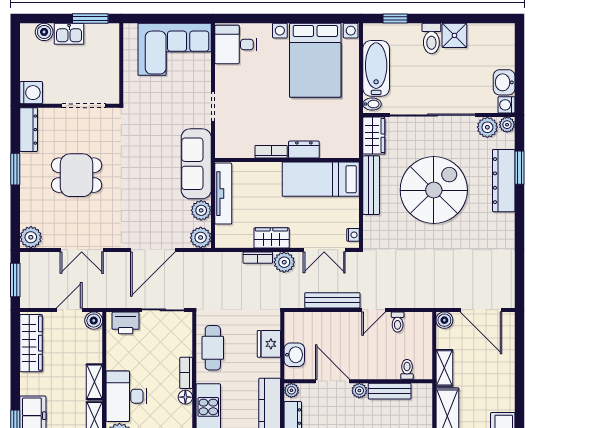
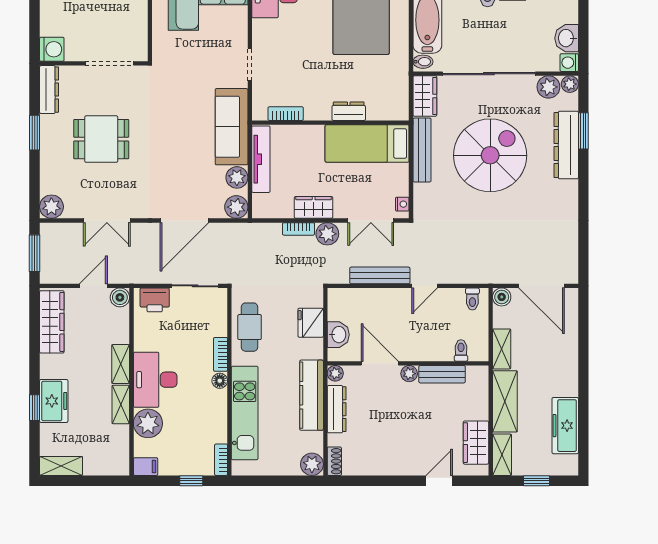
bookcase: (271, 152) -> (286, 114), moved
toilet: (398, 322) -> (472, 299), moved

